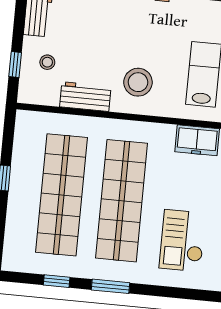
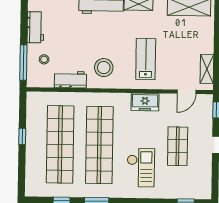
window: (15, 64) -> (23, 62), width x2.17
checkout: (182, 241) -> (141, 168), turned 180

